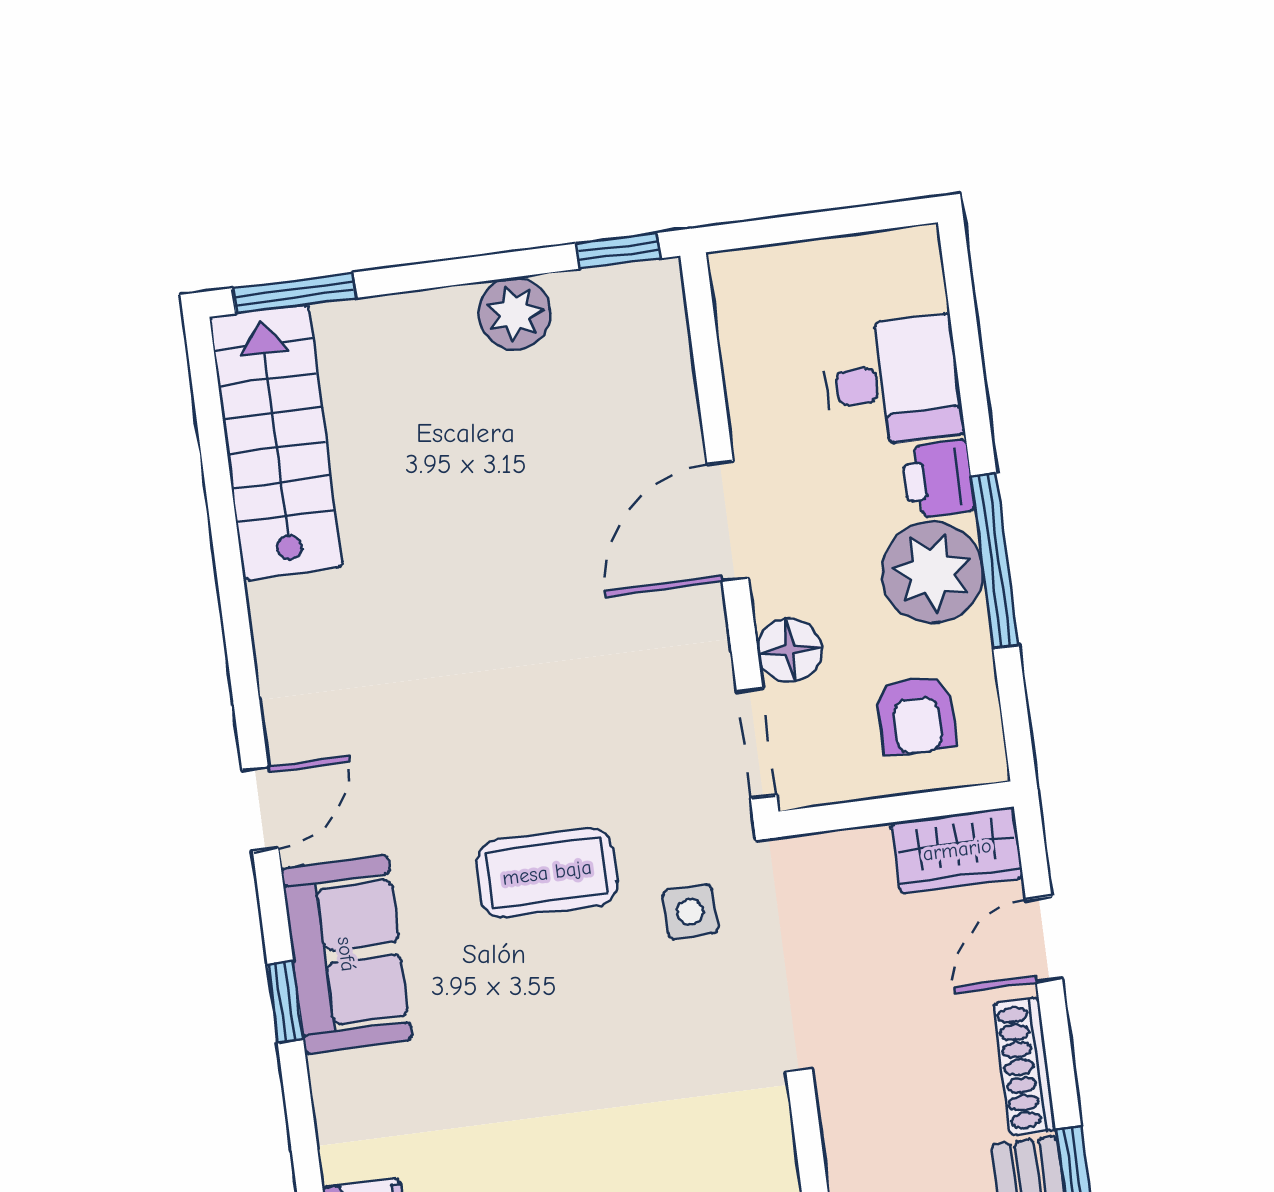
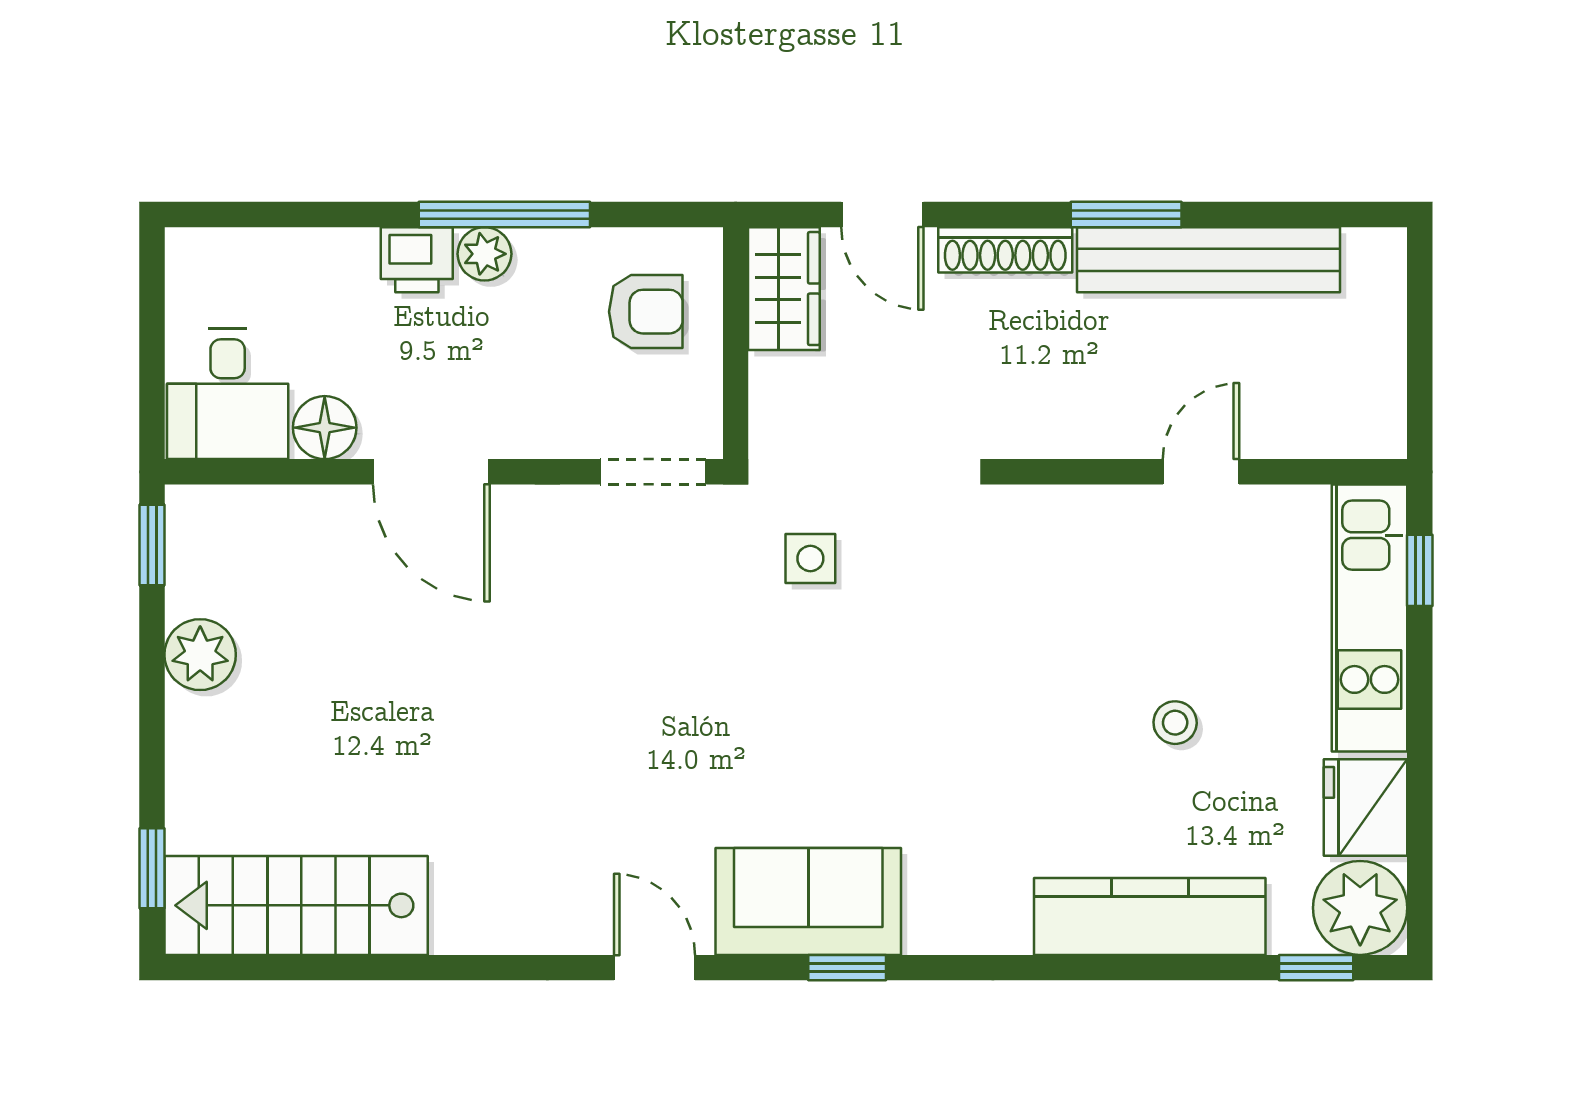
window: (294, 293) -> (152, 868), width x0.67
desk: (892, 382) -> (228, 394), moved, turned 180
plant: (932, 572) -> (484, 254), width x0.53, depth x0.53
floor lamp: (789, 650) -> (325, 428), moved
coffee table: (547, 873) -> (754, 694), removed

